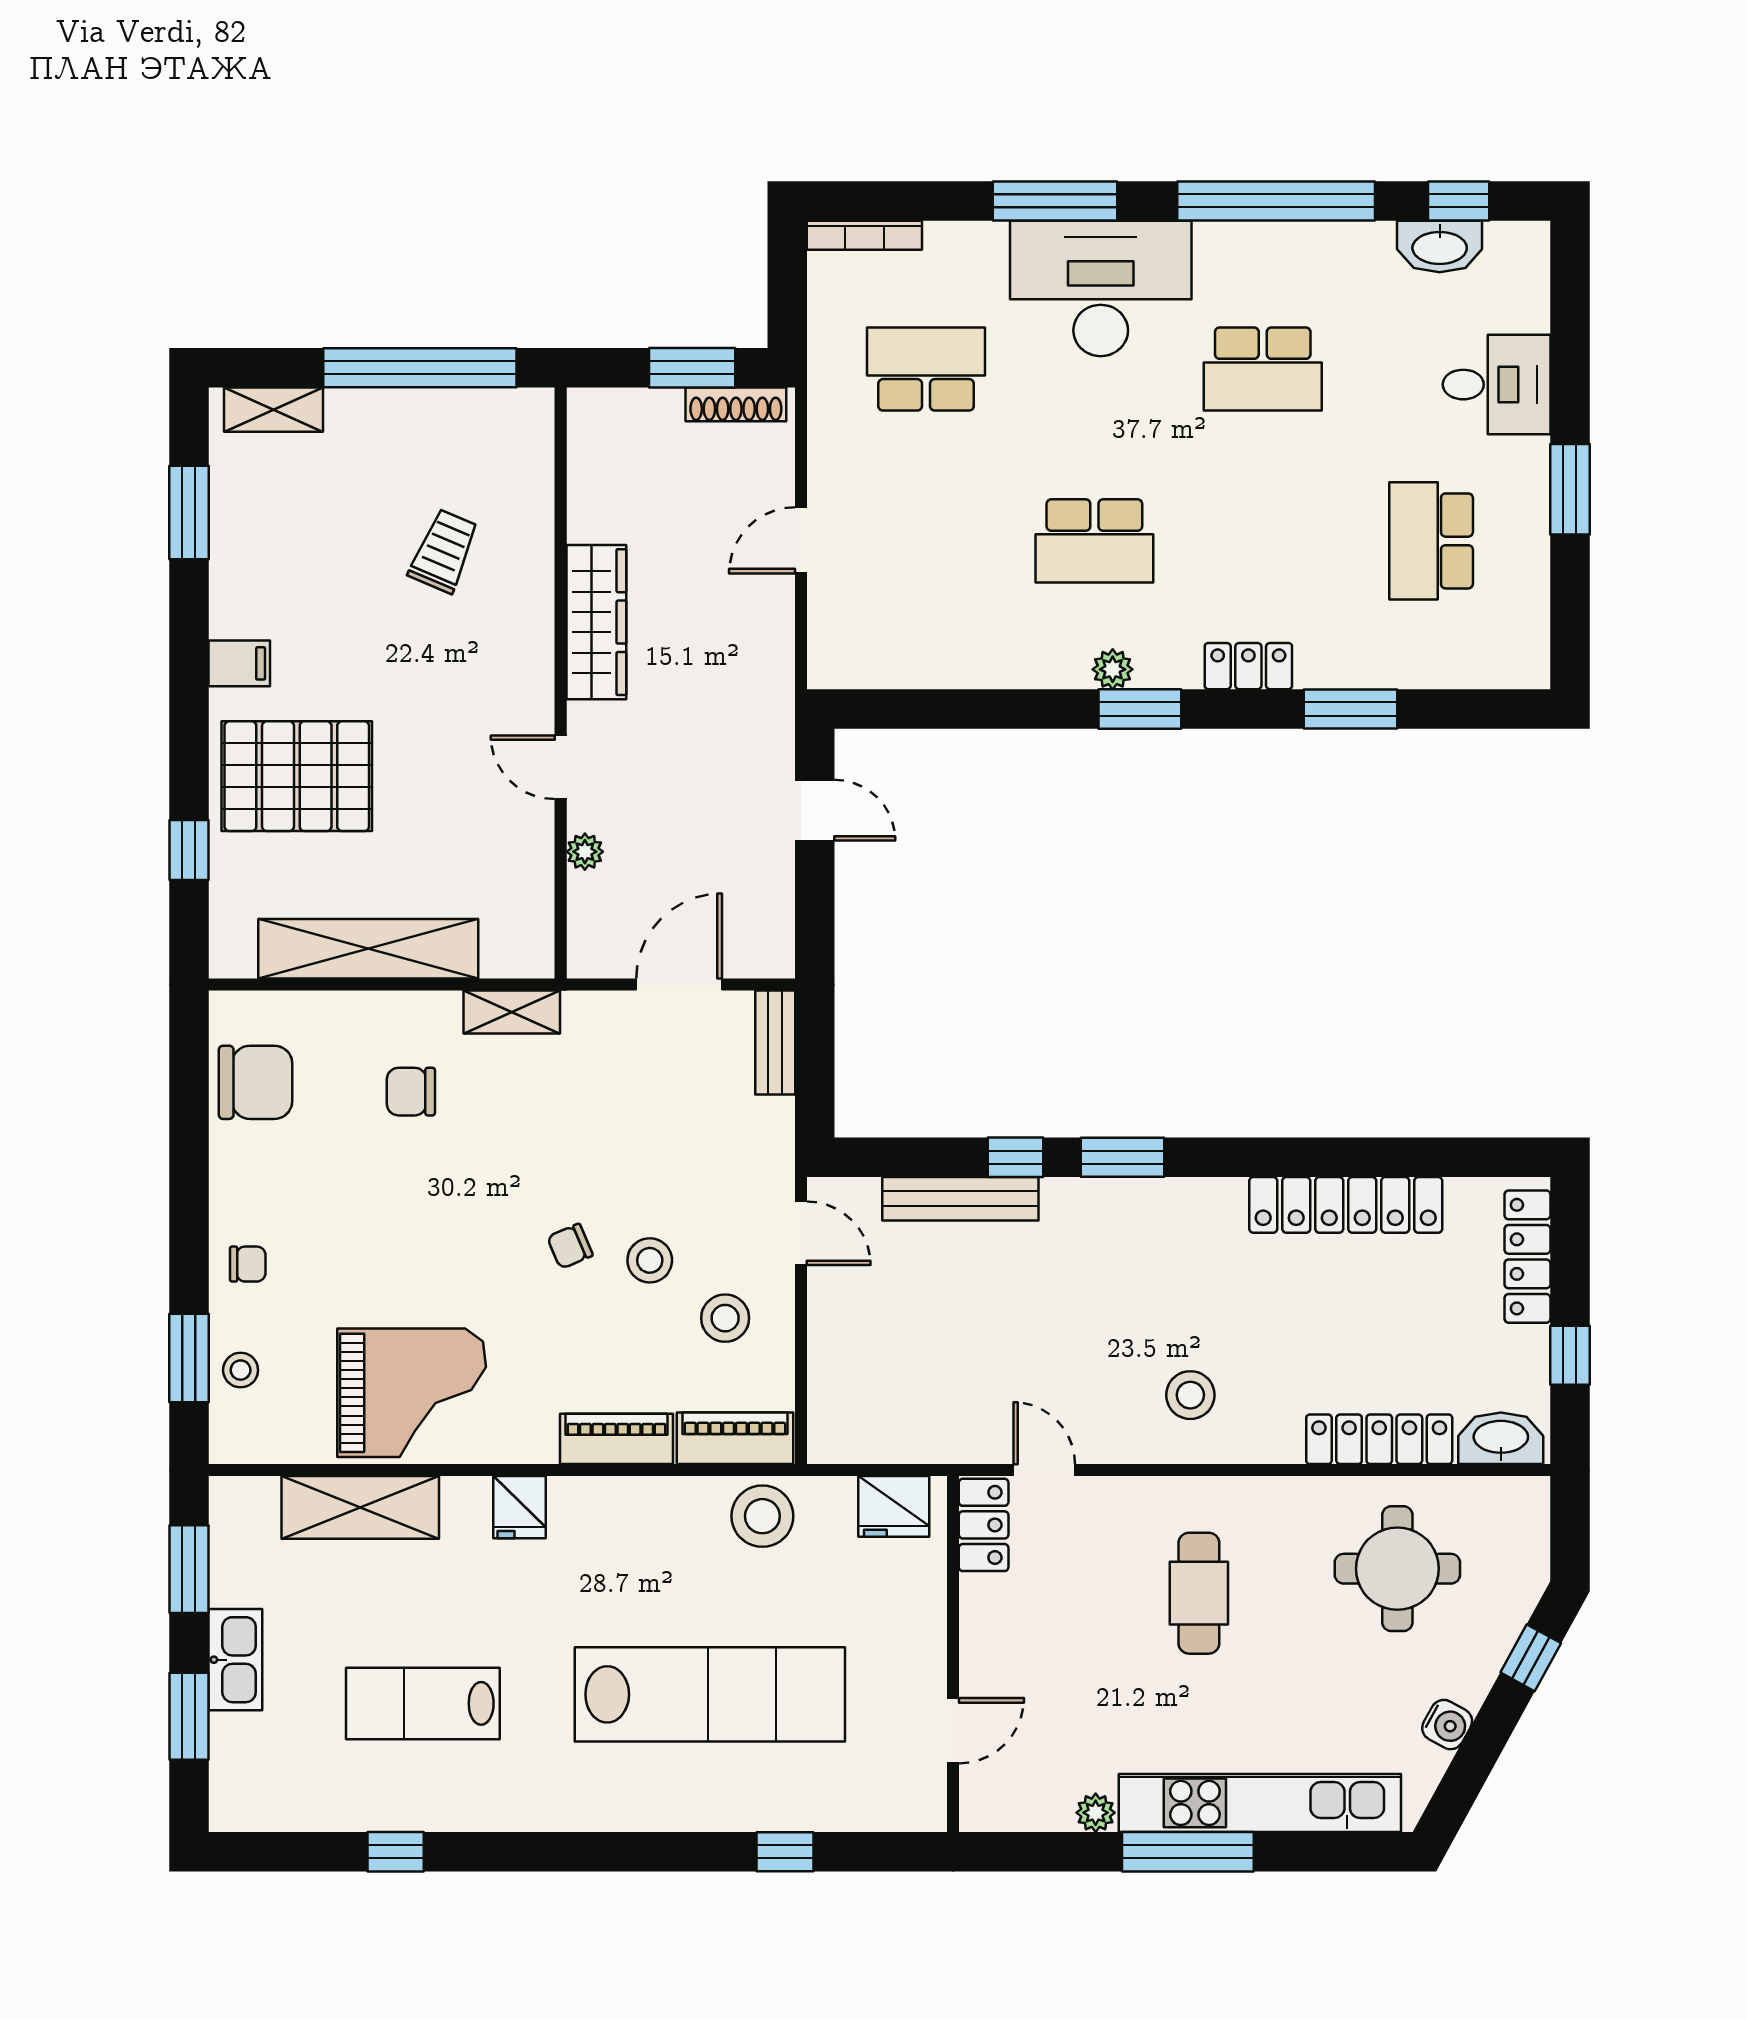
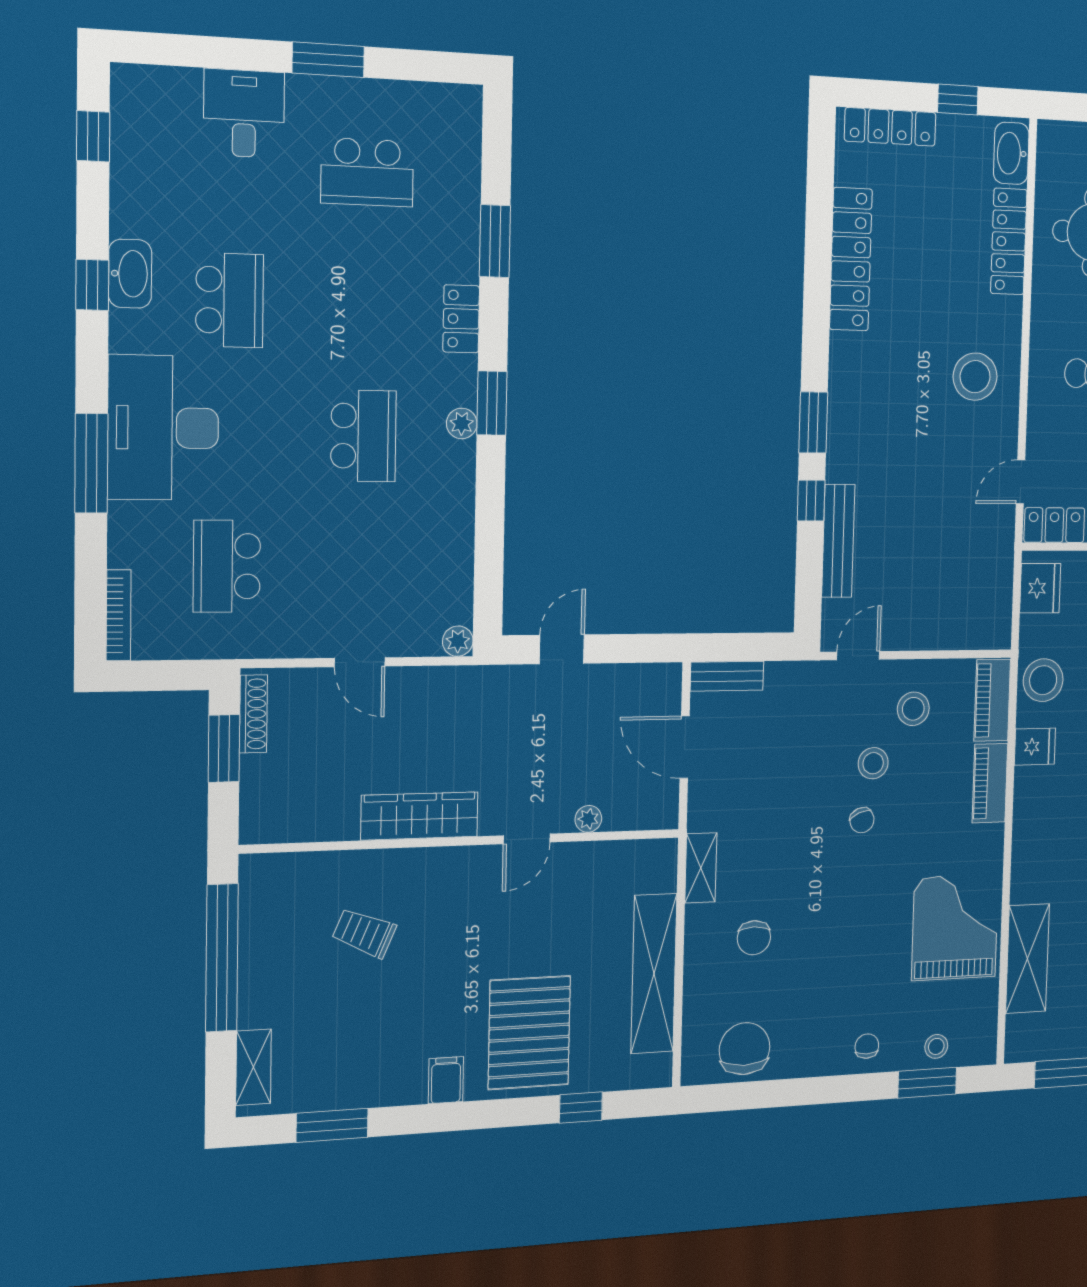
window: (1276, 201) -> (92, 285), width x0.32
washbasin: (1440, 246) -> (130, 274), moved
plant: (827, 669) -> (458, 641), added
stool: (1190, 1395) -> (975, 377), width x1.38, depth x1.38
fridge: (520, 1507) -> (1035, 747), moved

